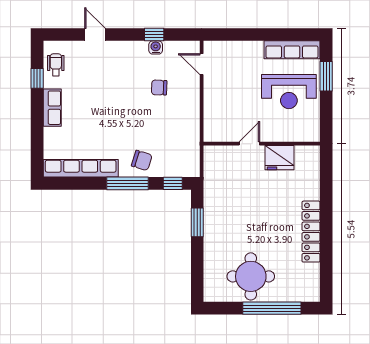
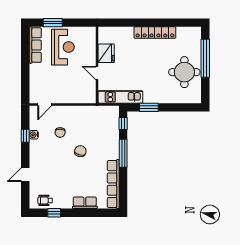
row of seats: (52, 108) -> (85, 203), moved
chair: (142, 160) -> (80, 151), moved
kitchen unit: (213, 179) -> (120, 97), added

